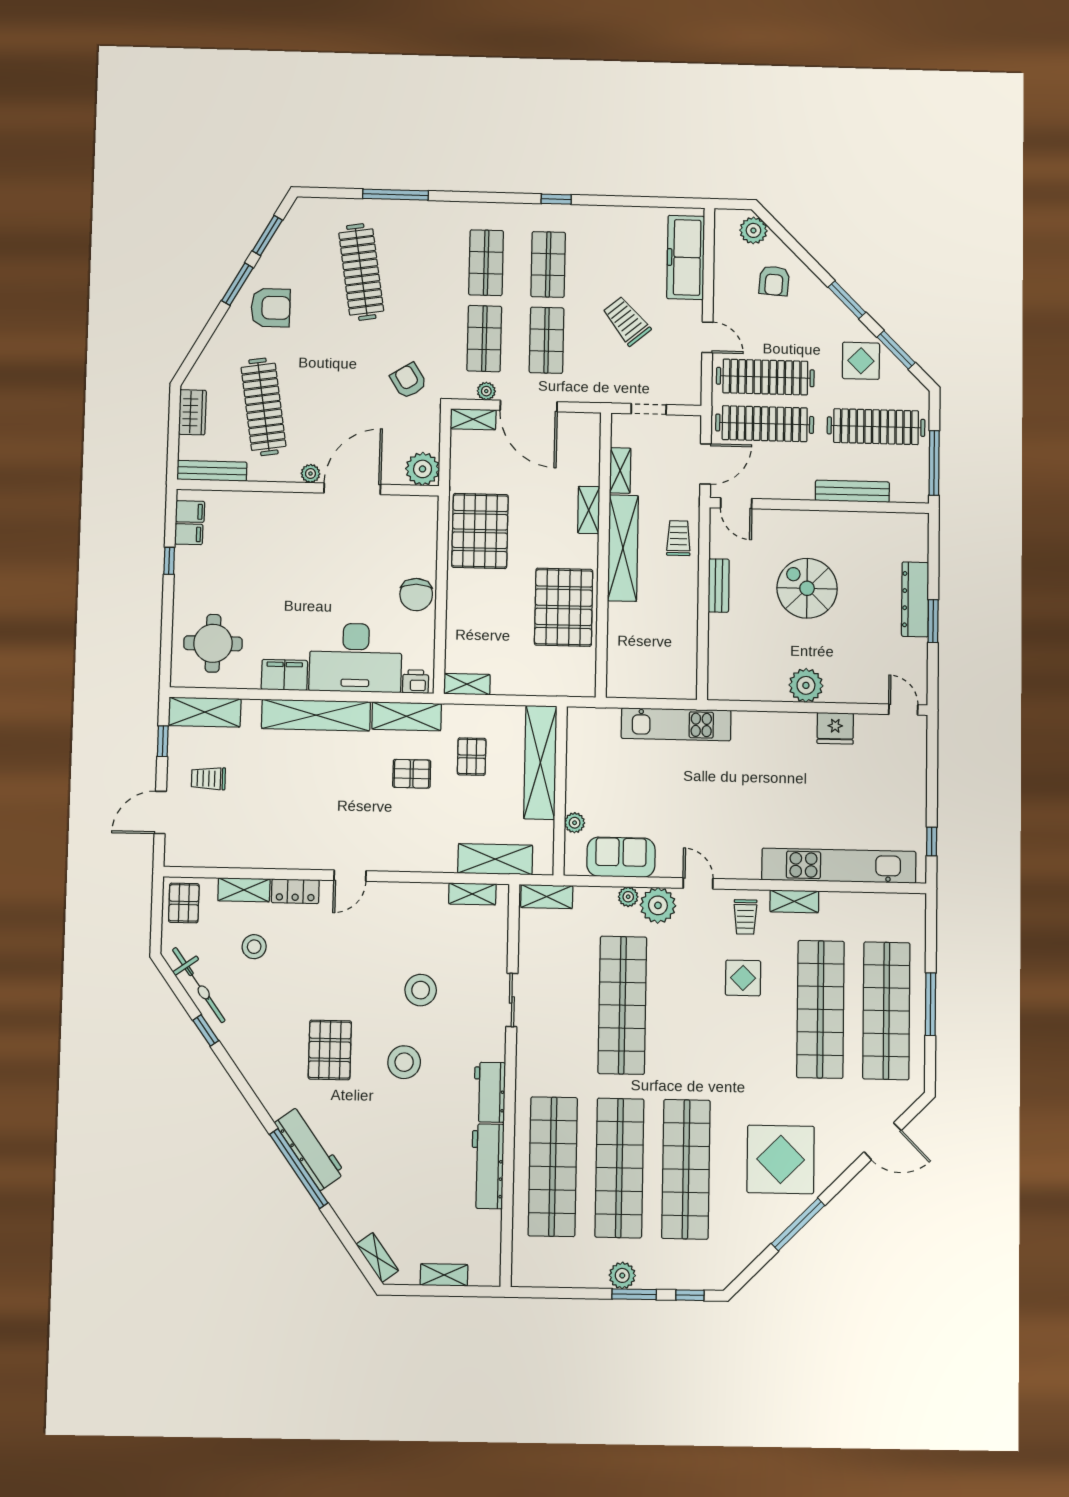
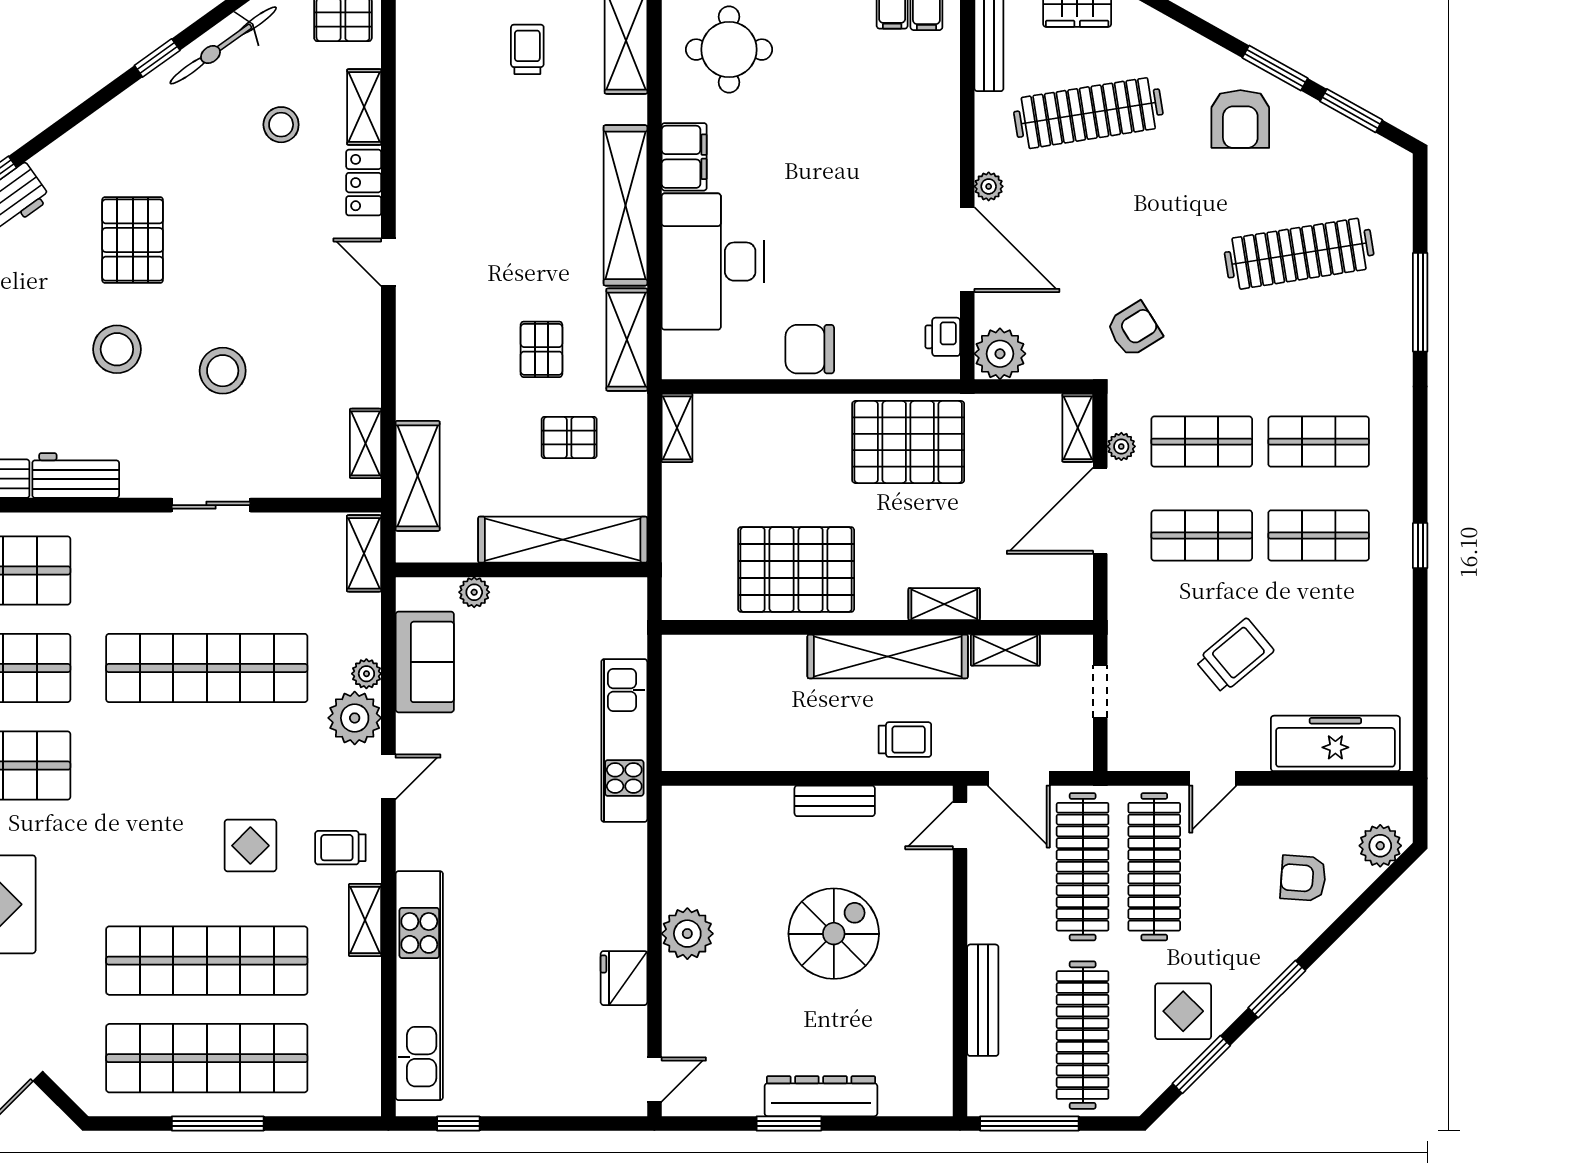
printer: (416, 682) -> (943, 337), moved, turned 180
pallet: (330, 1050) -> (133, 240), turned 90

